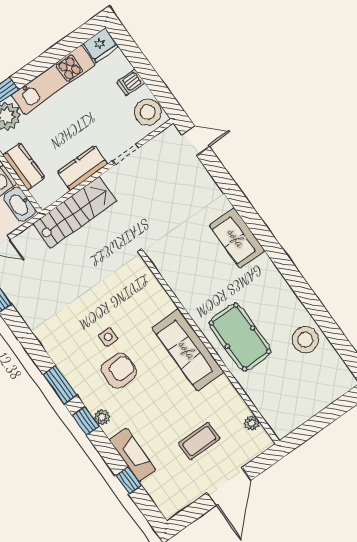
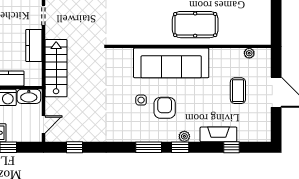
sofa: (188, 350) -> (171, 63), width x1.36, depth x1.27

